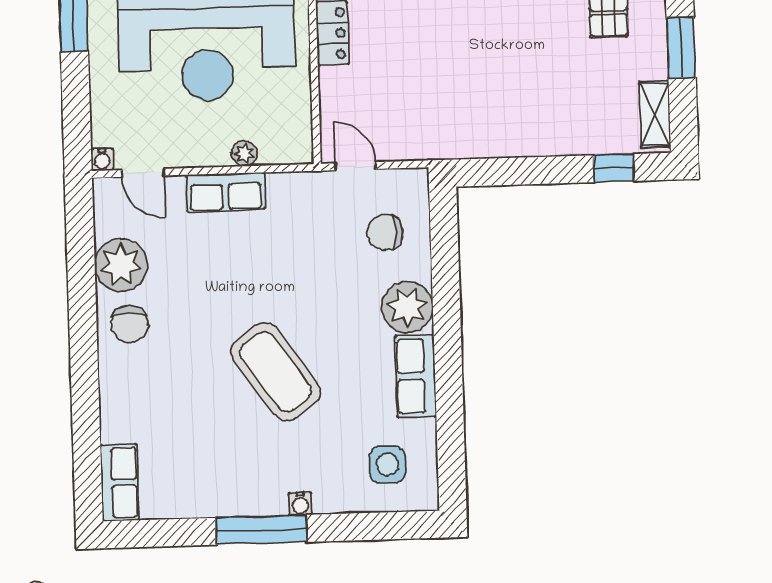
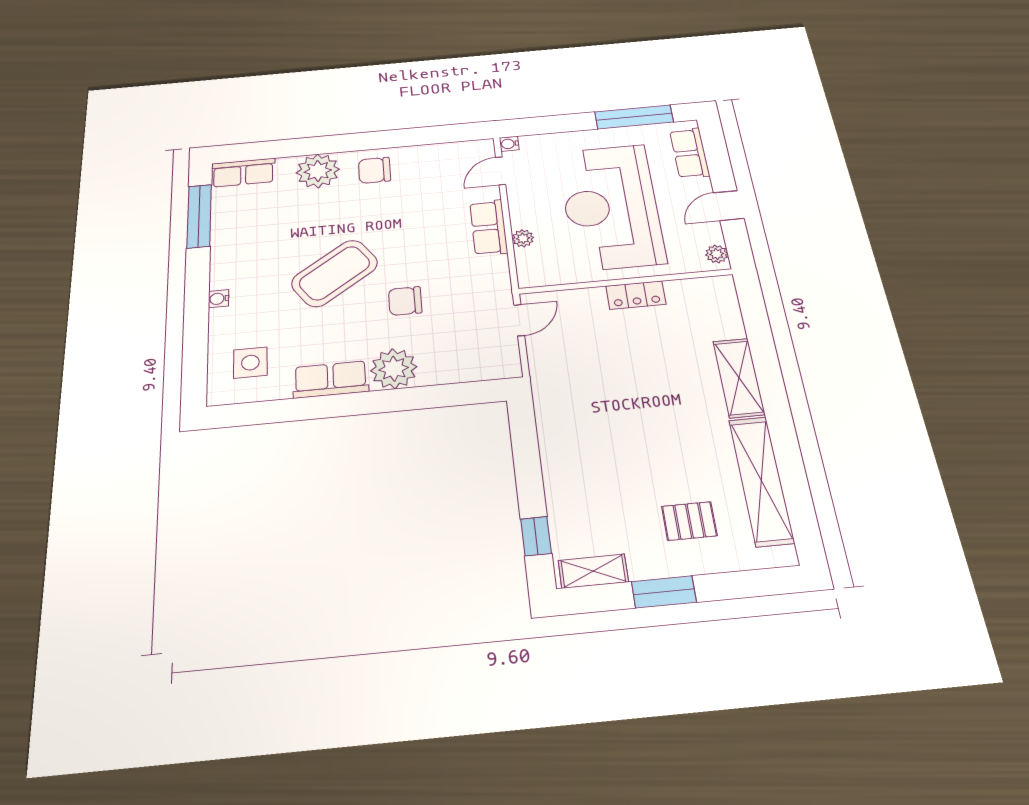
chair: (385, 232) -> (405, 301), moved, turned -90
plant: (121, 265) -> (318, 171), moved
window: (261, 530) -> (199, 216), moved

